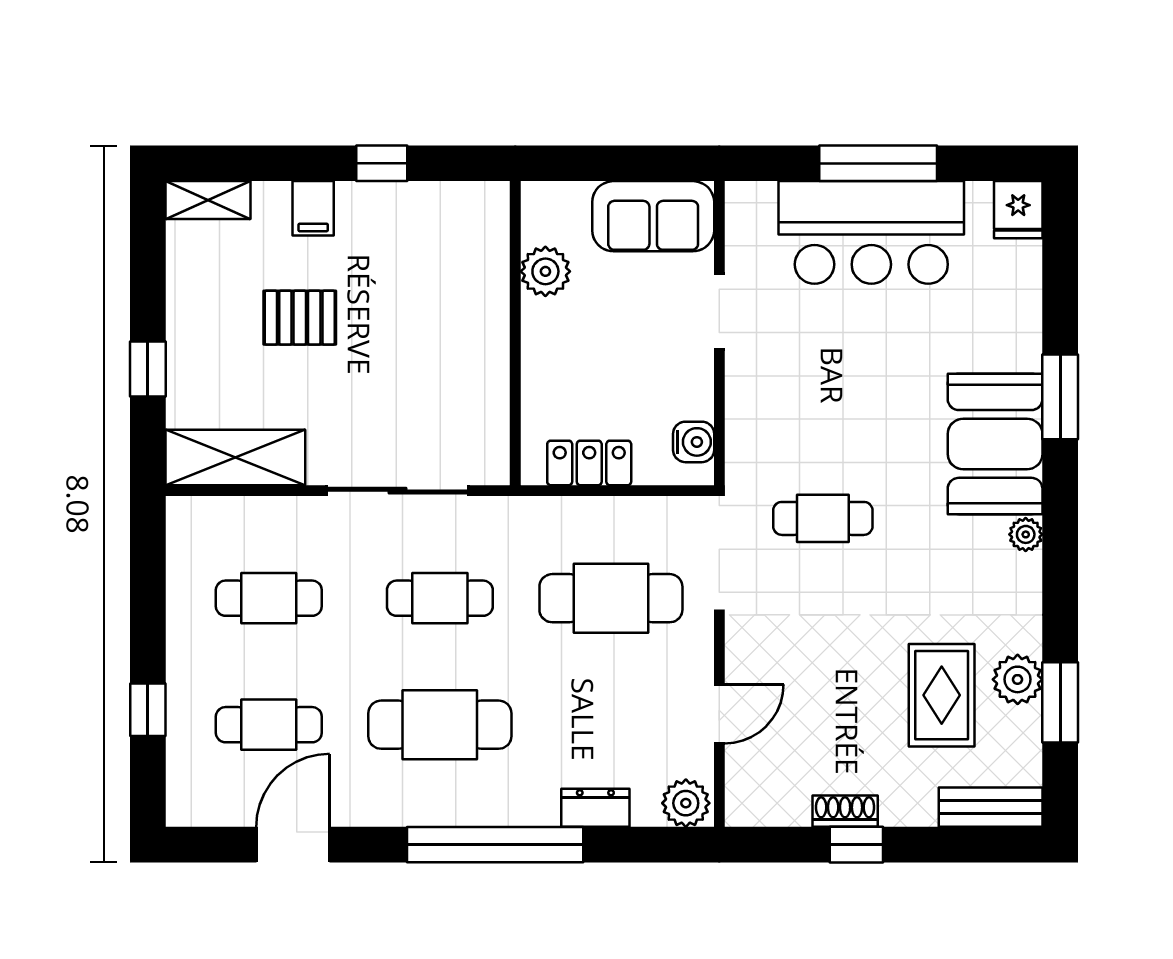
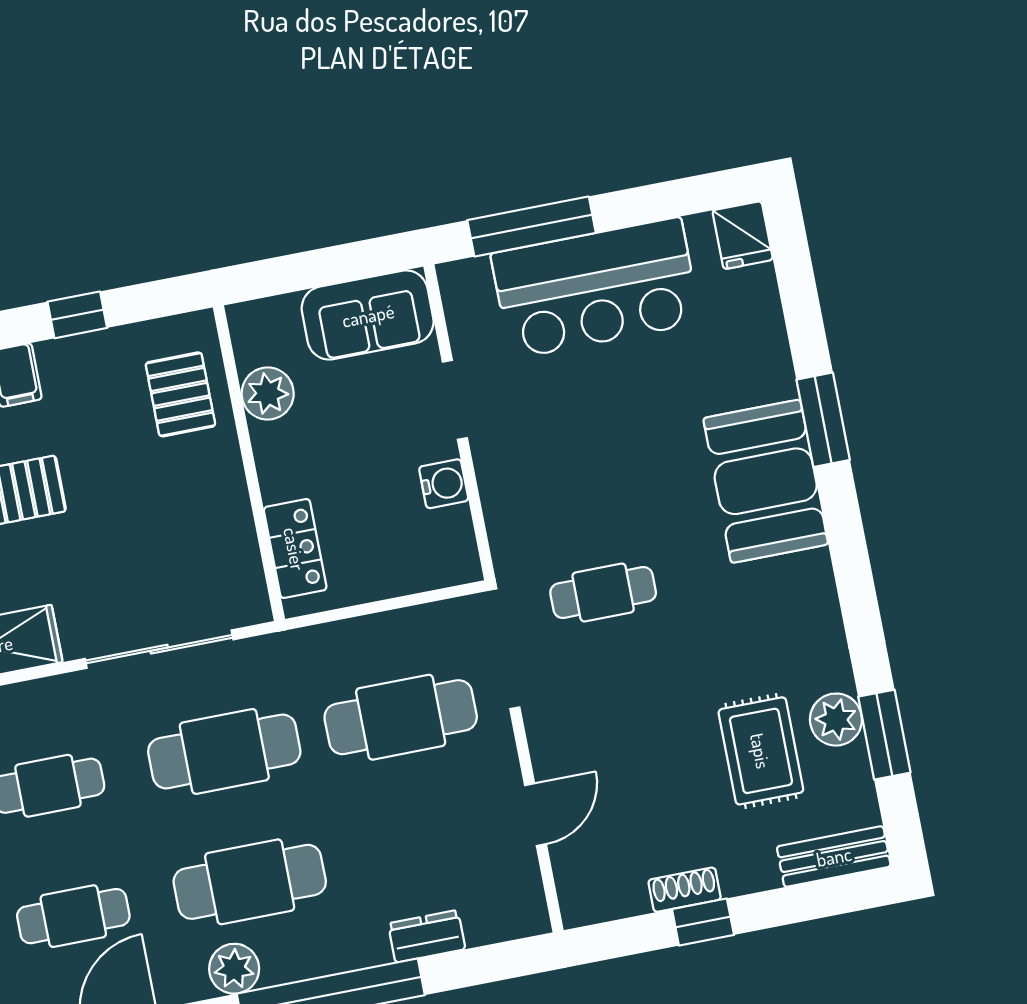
window: (878, 163) -> (532, 227), moved
pallet: (464, 256) -> (180, 394), added
water cooler: (694, 442) -> (444, 484), moved
locker: (589, 463) -> (295, 549), moved, turned 90
plant: (1026, 534) -> (815, 568), removed
cafe table: (440, 598) -> (224, 751), width x1.37, depth x1.35
plant: (686, 803) -> (234, 969), moved

